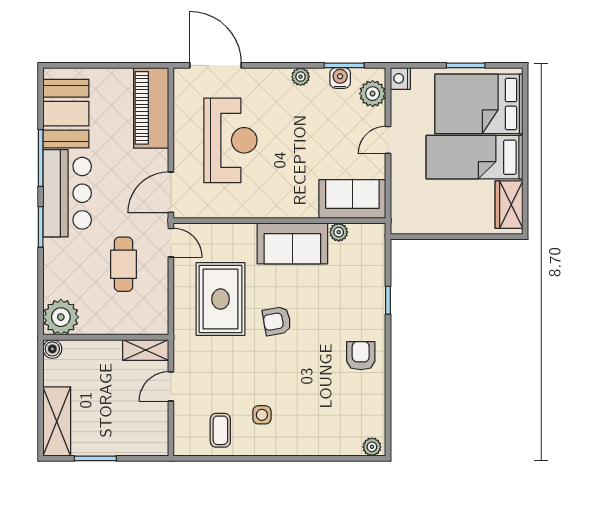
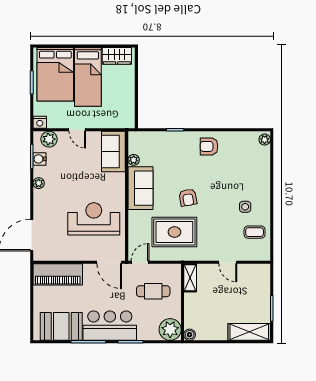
reception desk: (230, 140) -> (94, 219), moved
plant: (61, 317) -> (170, 329), moved
wall: (106, 337) -> (182, 302), moved
boiler: (52, 349) -> (190, 335), moved
shelving: (146, 350) -> (190, 278), moved

